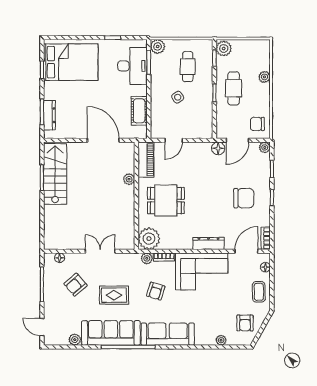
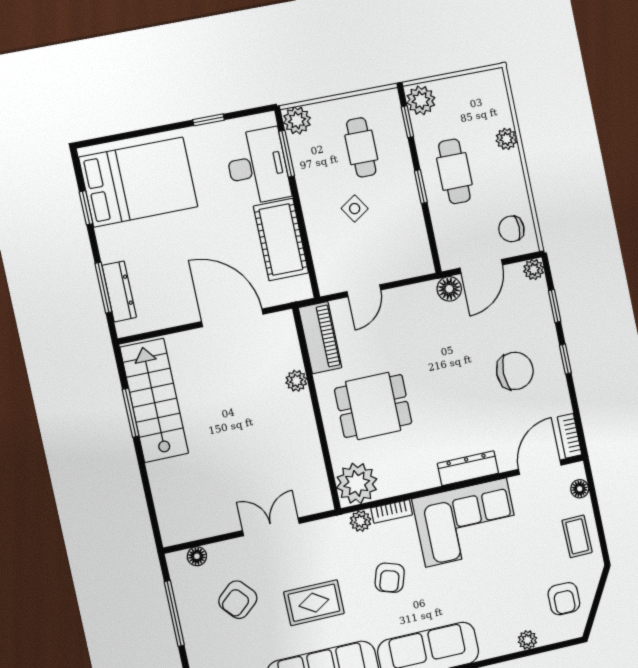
cot: (139, 111) -> (281, 240), width x1.37, depth x1.34

